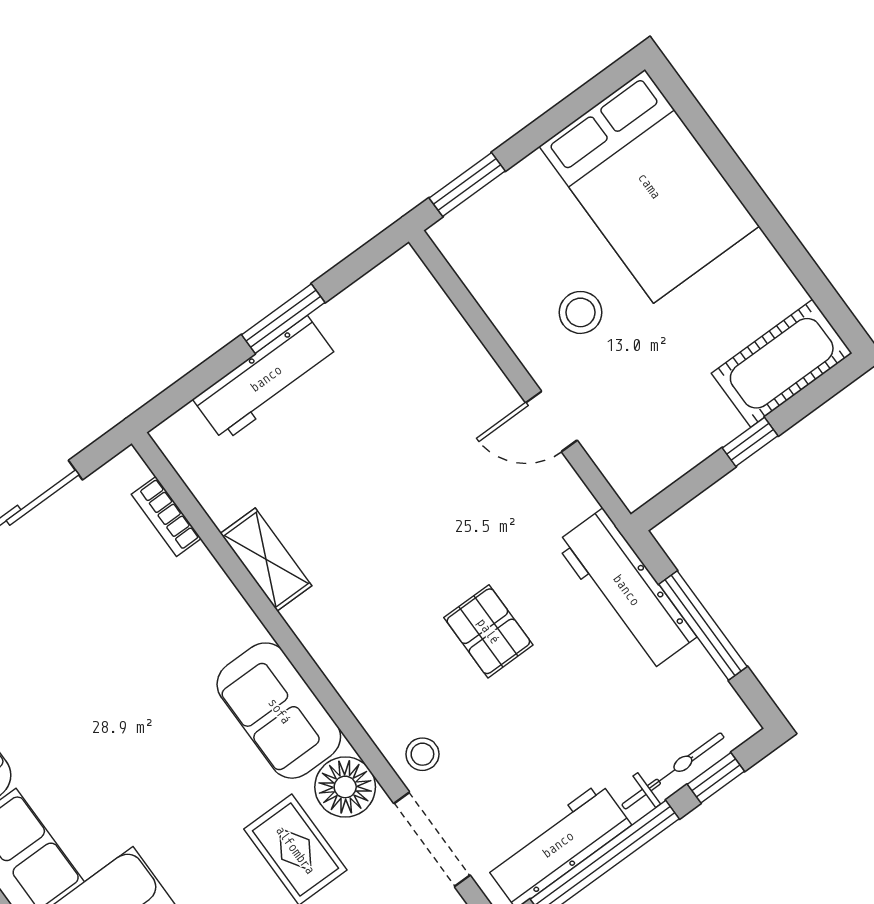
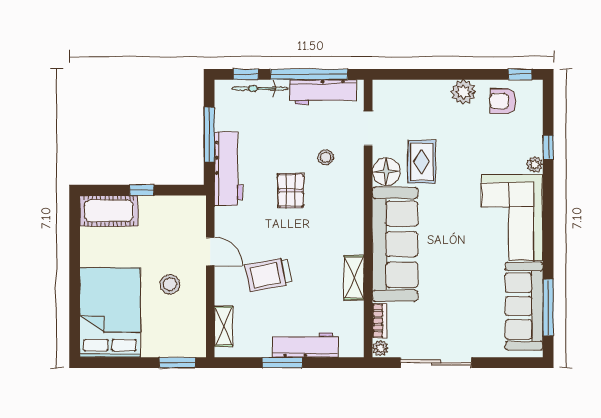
shelving: (432, 307) -> (224, 326), added
trolley: (420, 455) -> (268, 275), added
plant: (130, 470) -> (380, 348), added
sofa: (279, 711) -> (395, 244), width x1.85, depth x1.27
stool: (422, 754) -> (326, 157), moved
doorway: (432, 839) -> (368, 128), width x0.73

